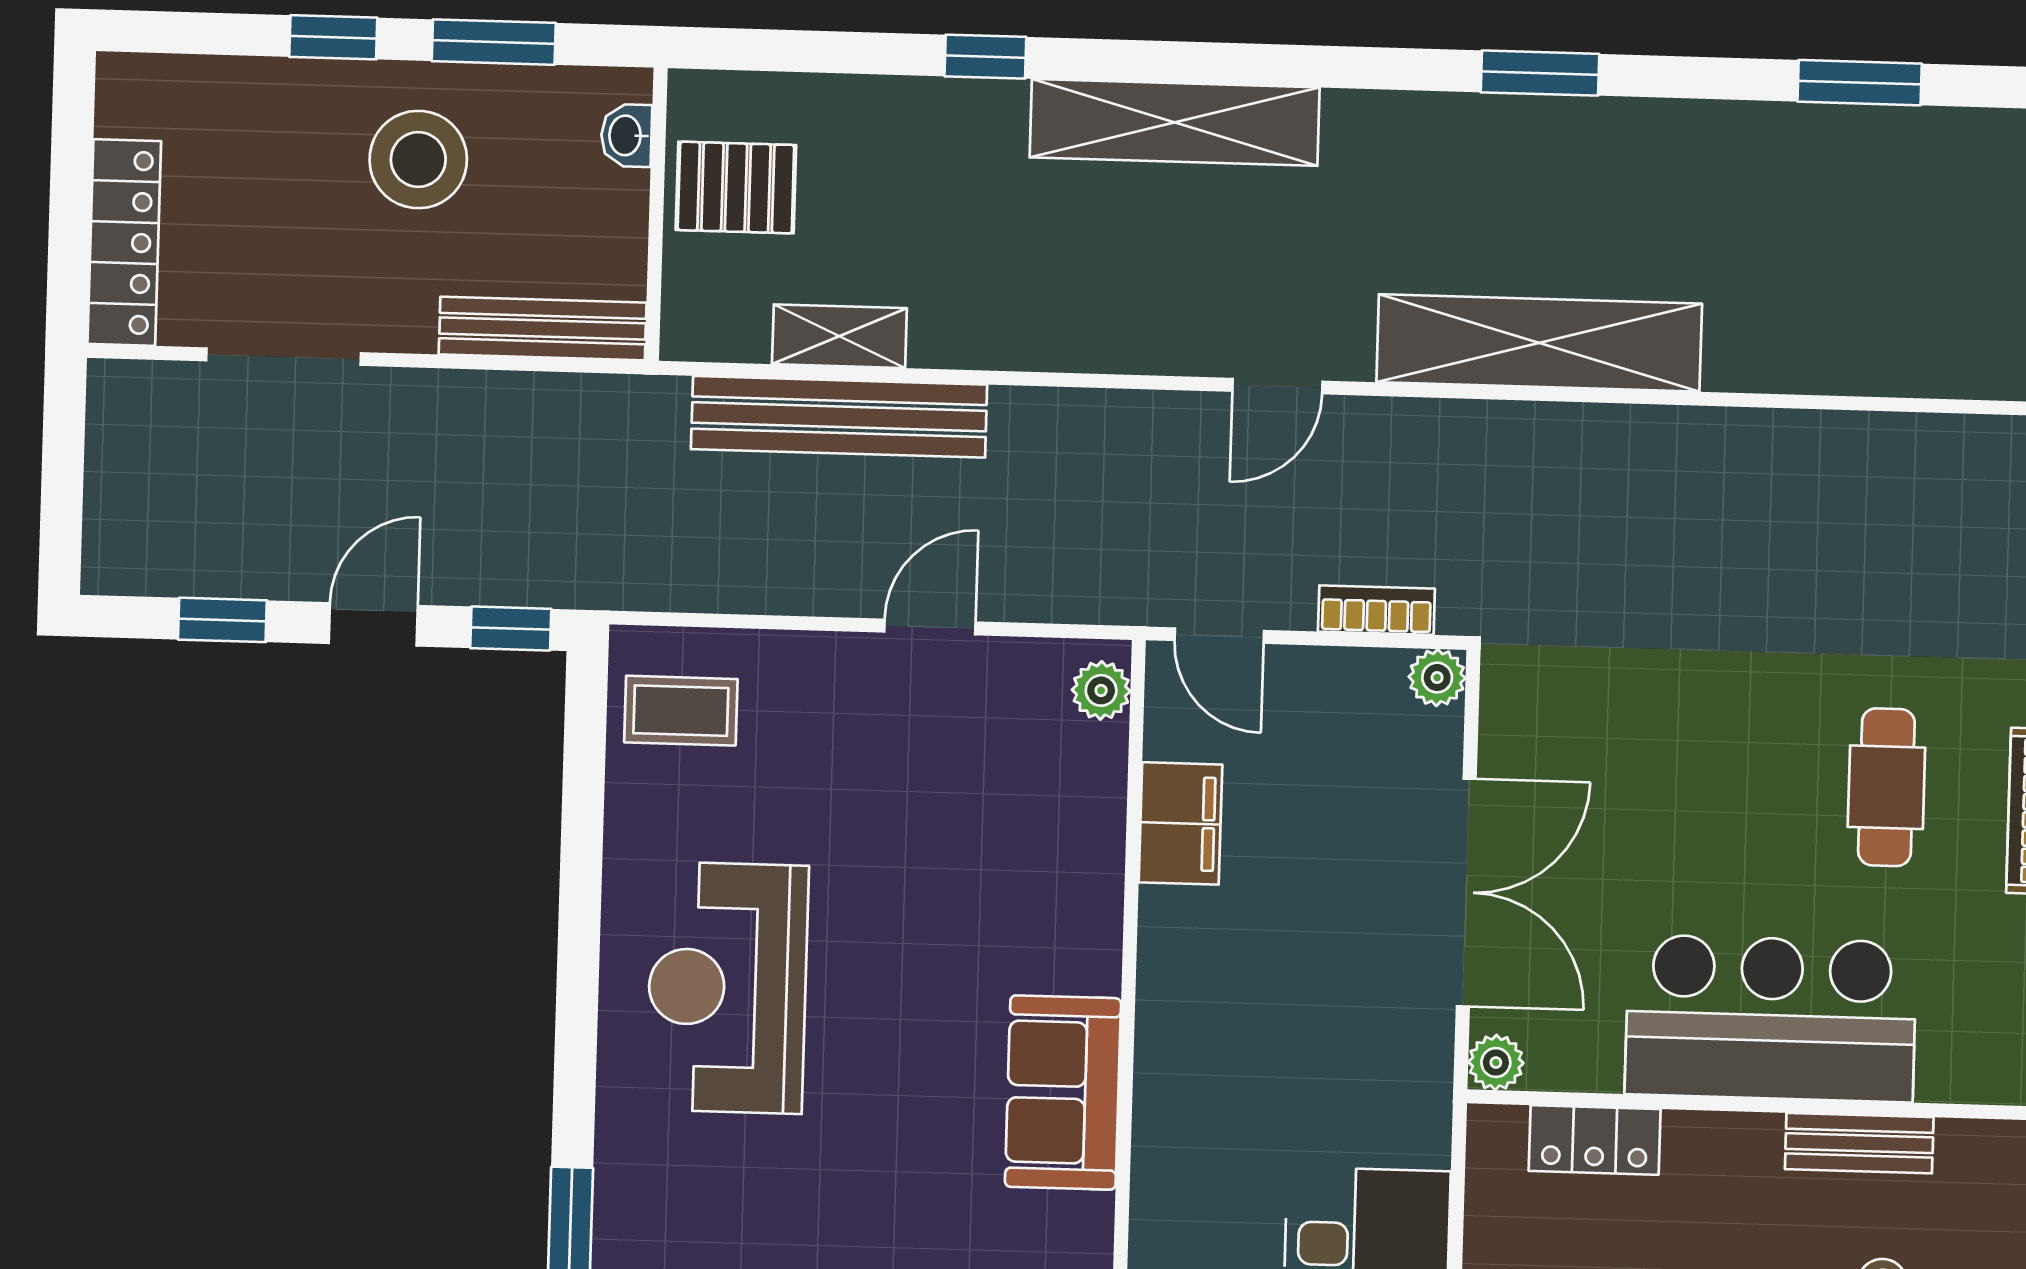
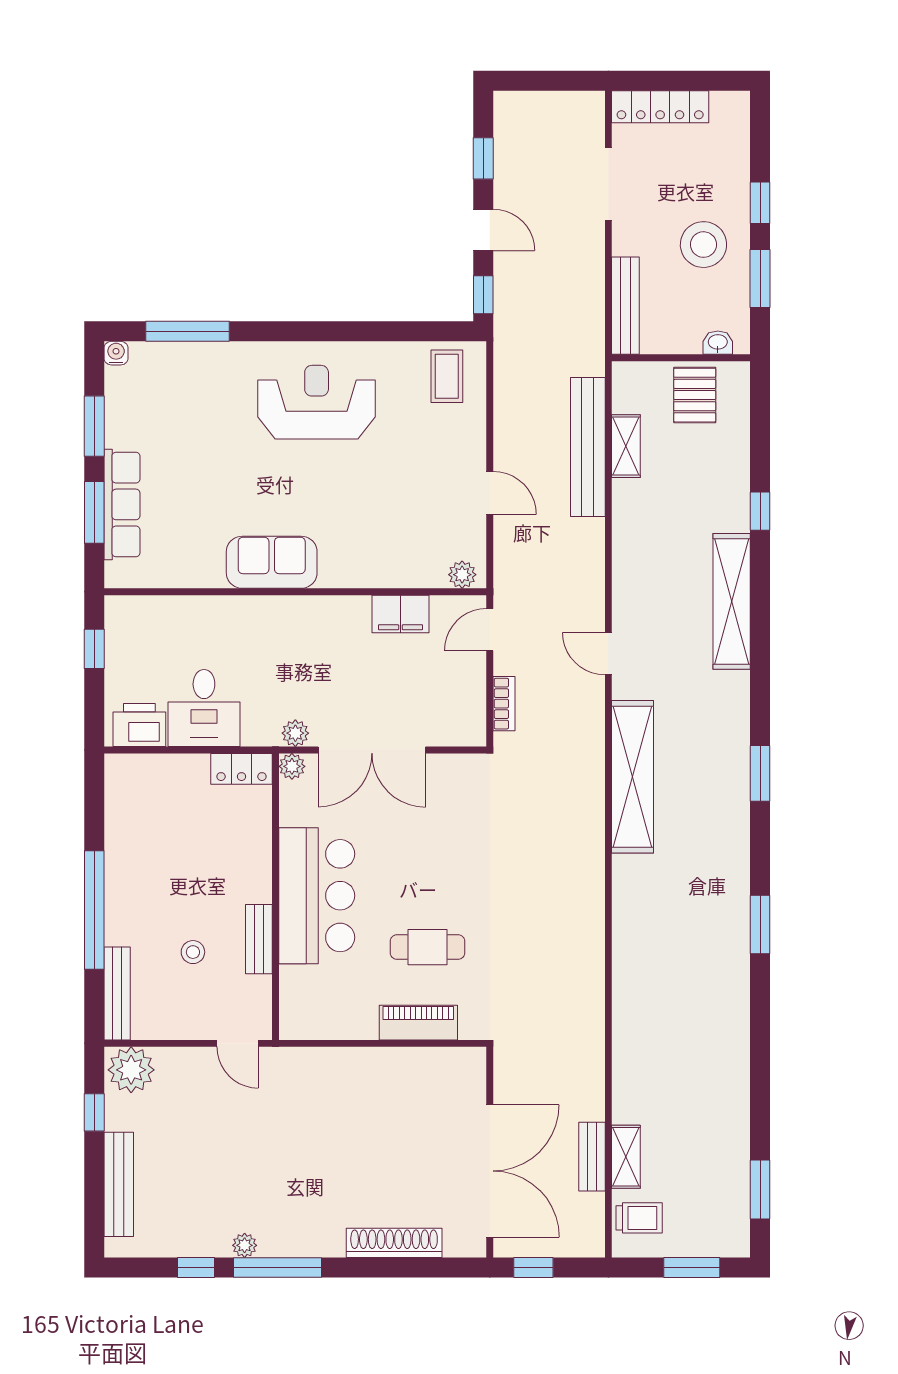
plant: (1437, 678) -> (295, 733), moved
locker: (1595, 1140) -> (242, 769), moved, turned -90

